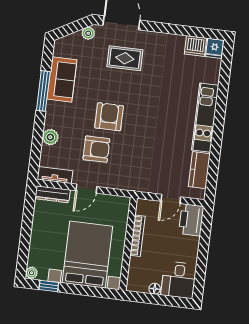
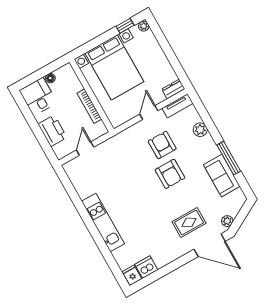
armchair: (96, 149) -> (162, 145), turned 90
kitchen counter: (199, 170) -> (80, 183), removed
dresser: (53, 194) -> (173, 89), width x0.70
printer: (191, 220) -> (52, 131), moved

